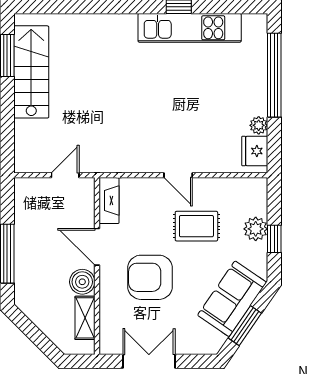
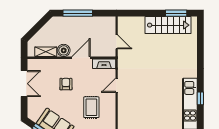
door: (178, 175) -> (117, 85), moved
armchair: (150, 277) -> (66, 84), width x0.53, depth x0.53

